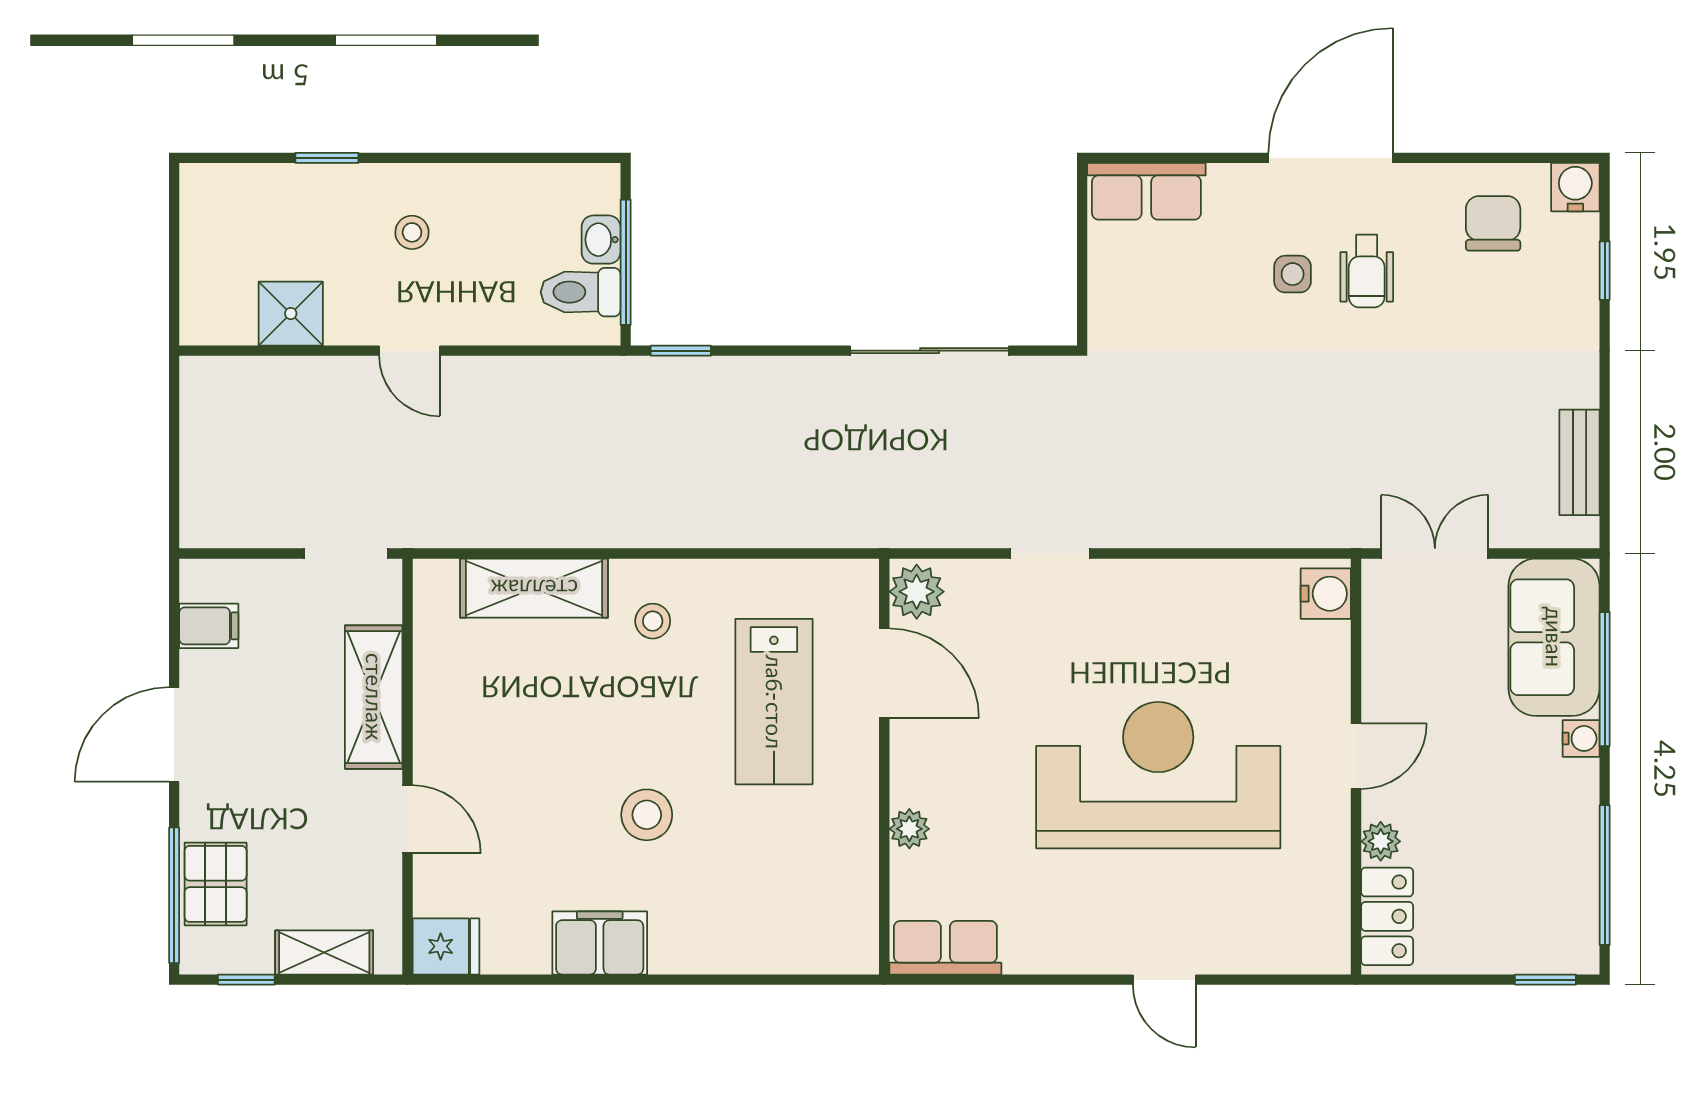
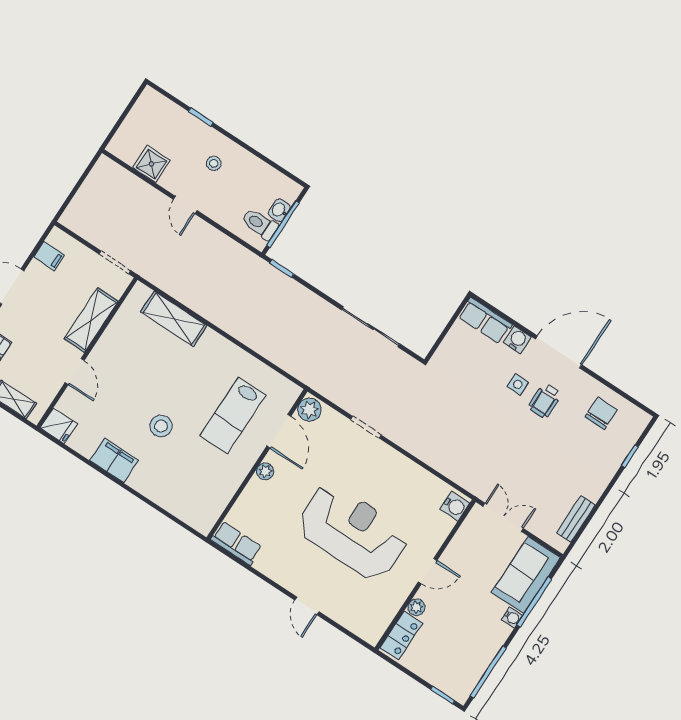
water cooler: (1575, 187) -> (517, 340), moved
stool: (653, 621) -> (208, 358), removed
plant: (909, 829) -> (265, 471), moved

